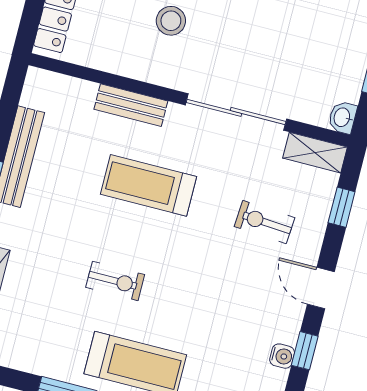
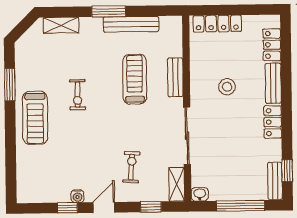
treadmill: (149, 185) -> (135, 79), moved
water cooler: (282, 356) -> (78, 196), moved

